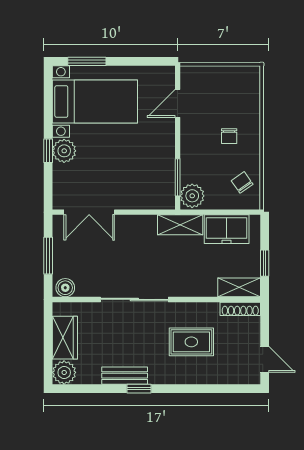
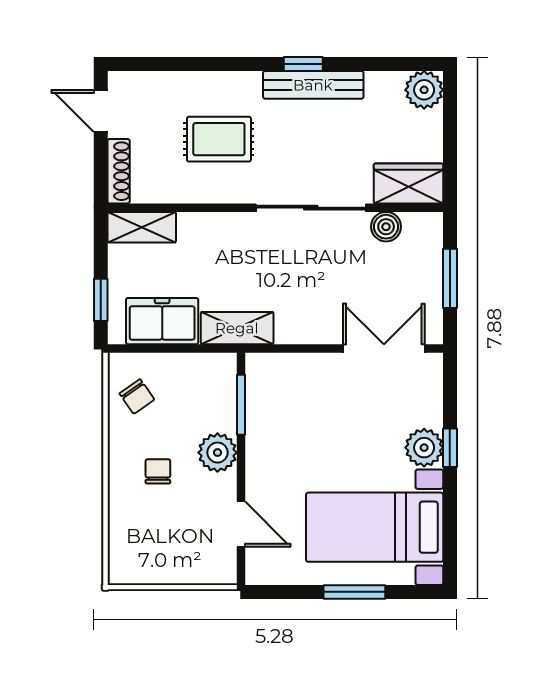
window: (87, 61) -> (354, 592), moved
door: (178, 103) -> (241, 524), hinge flipped
plant: (192, 196) -> (217, 453), moved
window: (265, 263) -> (101, 300), moved
boiler: (65, 288) -> (386, 227), moved
shoe rack: (240, 309) -> (119, 171), moved, turned 90
wardrobe: (65, 338) -> (408, 183), moved, turned 90
bench: (125, 376) -> (313, 85), width x1.36

